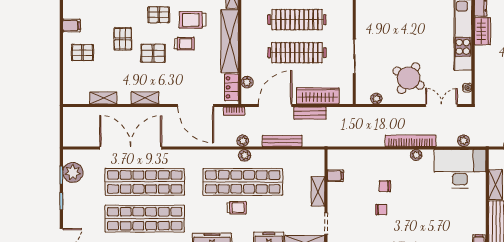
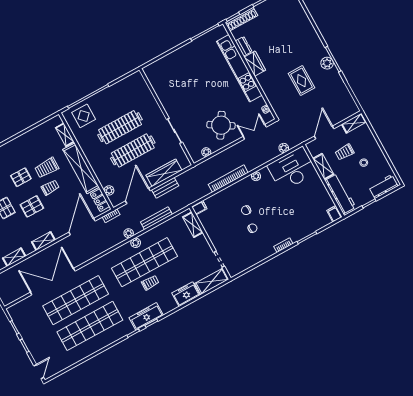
door: (196, 106) -> (82, 227), swing flipped
bookcase: (411, 141) -> (228, 179), moved
plant: (73, 172) -> (21, 321), removed
filing cabinet: (335, 176) -> (199, 208), moved
shelving: (318, 191) -> (193, 225), moved

